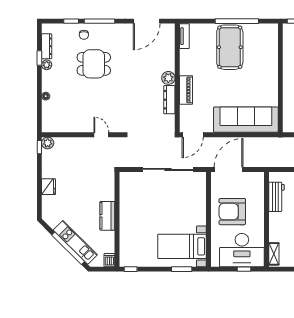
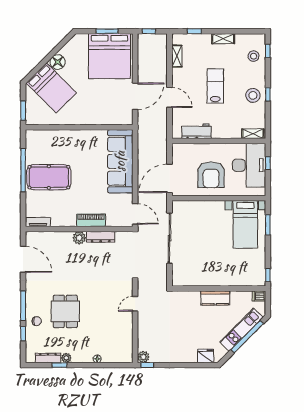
door: (229, 169) -> (169, 178), hinge flipped
fridge: (49, 187) -> (206, 356), moved

